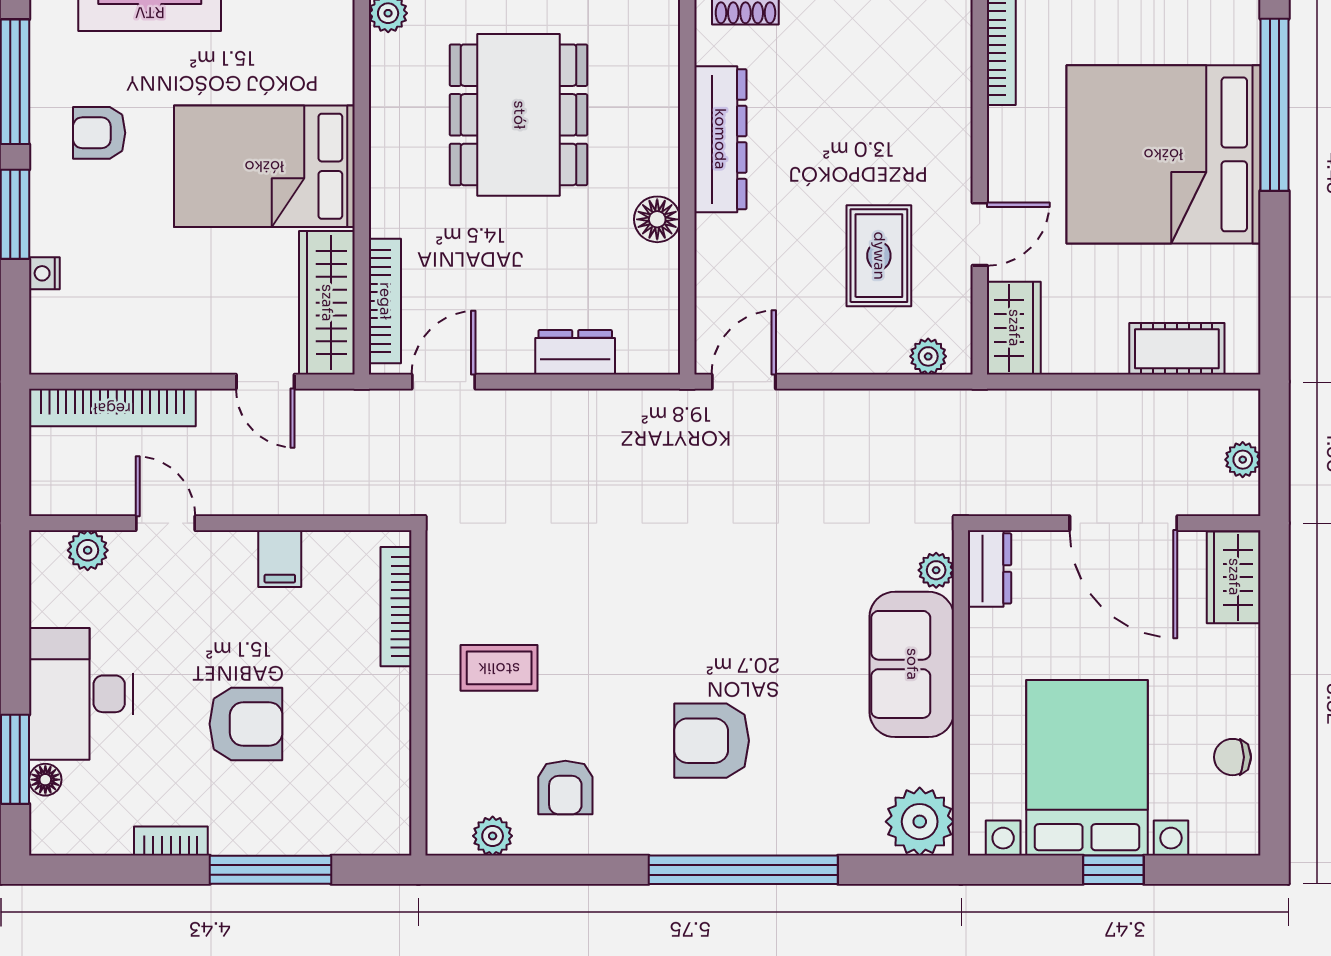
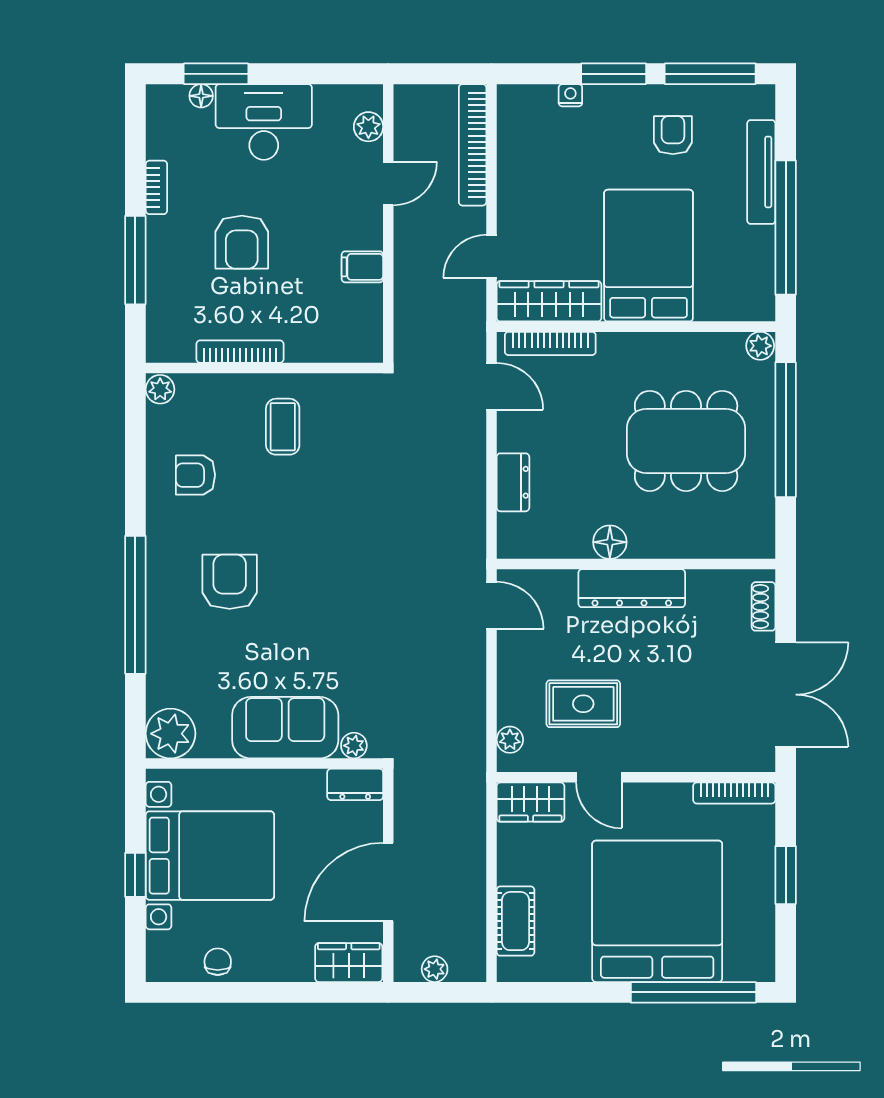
dresser: (720, 139) -> (632, 588), moved
bookcase: (396, 607) -> (240, 352), moved
plant: (493, 836) -> (160, 389), moved

